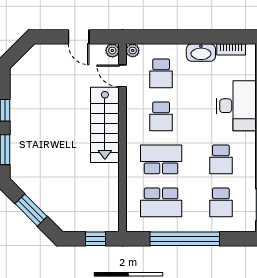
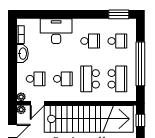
stairs: (105, 125) -> (89, 119), width x1.86, depth x1.51

